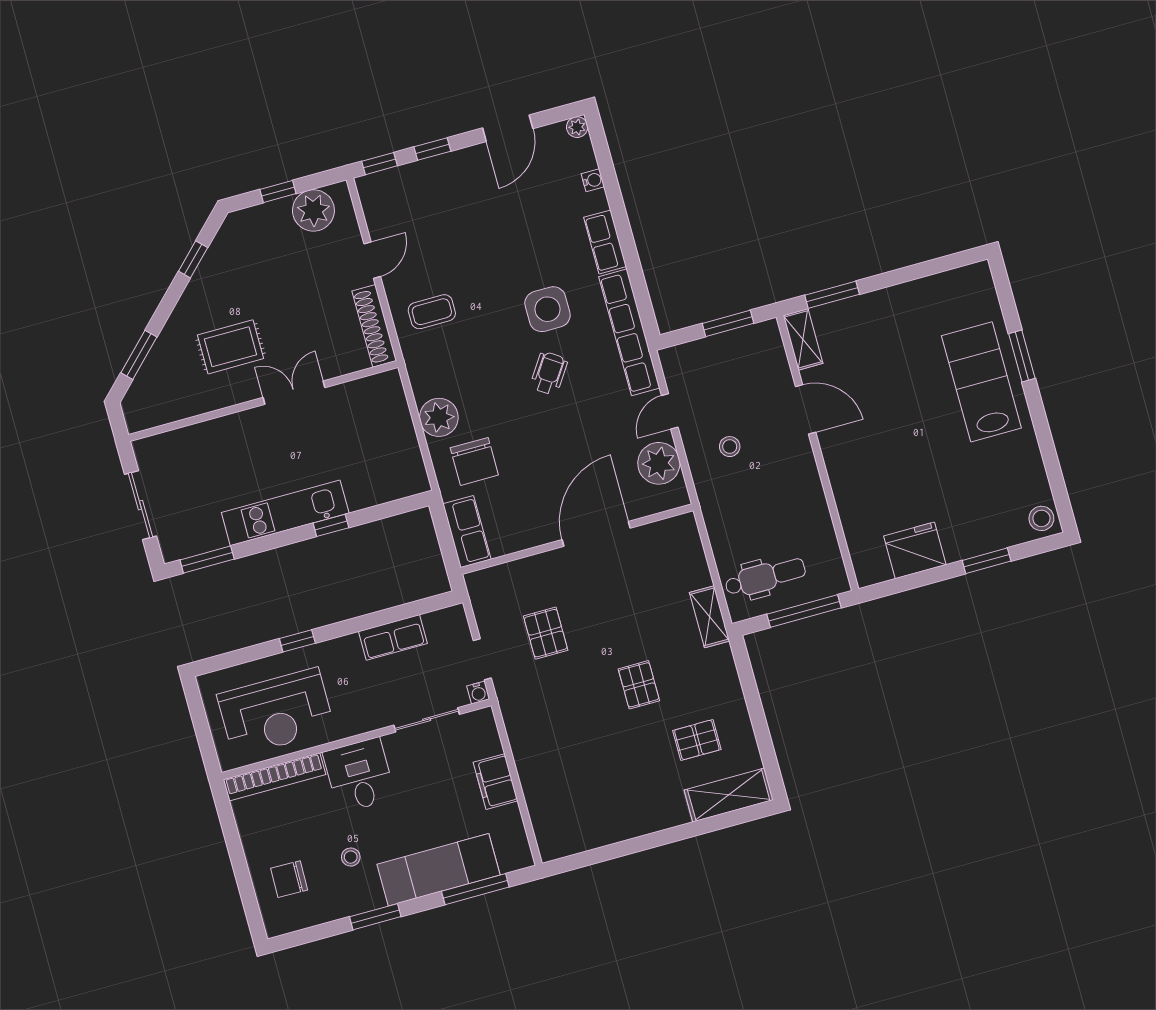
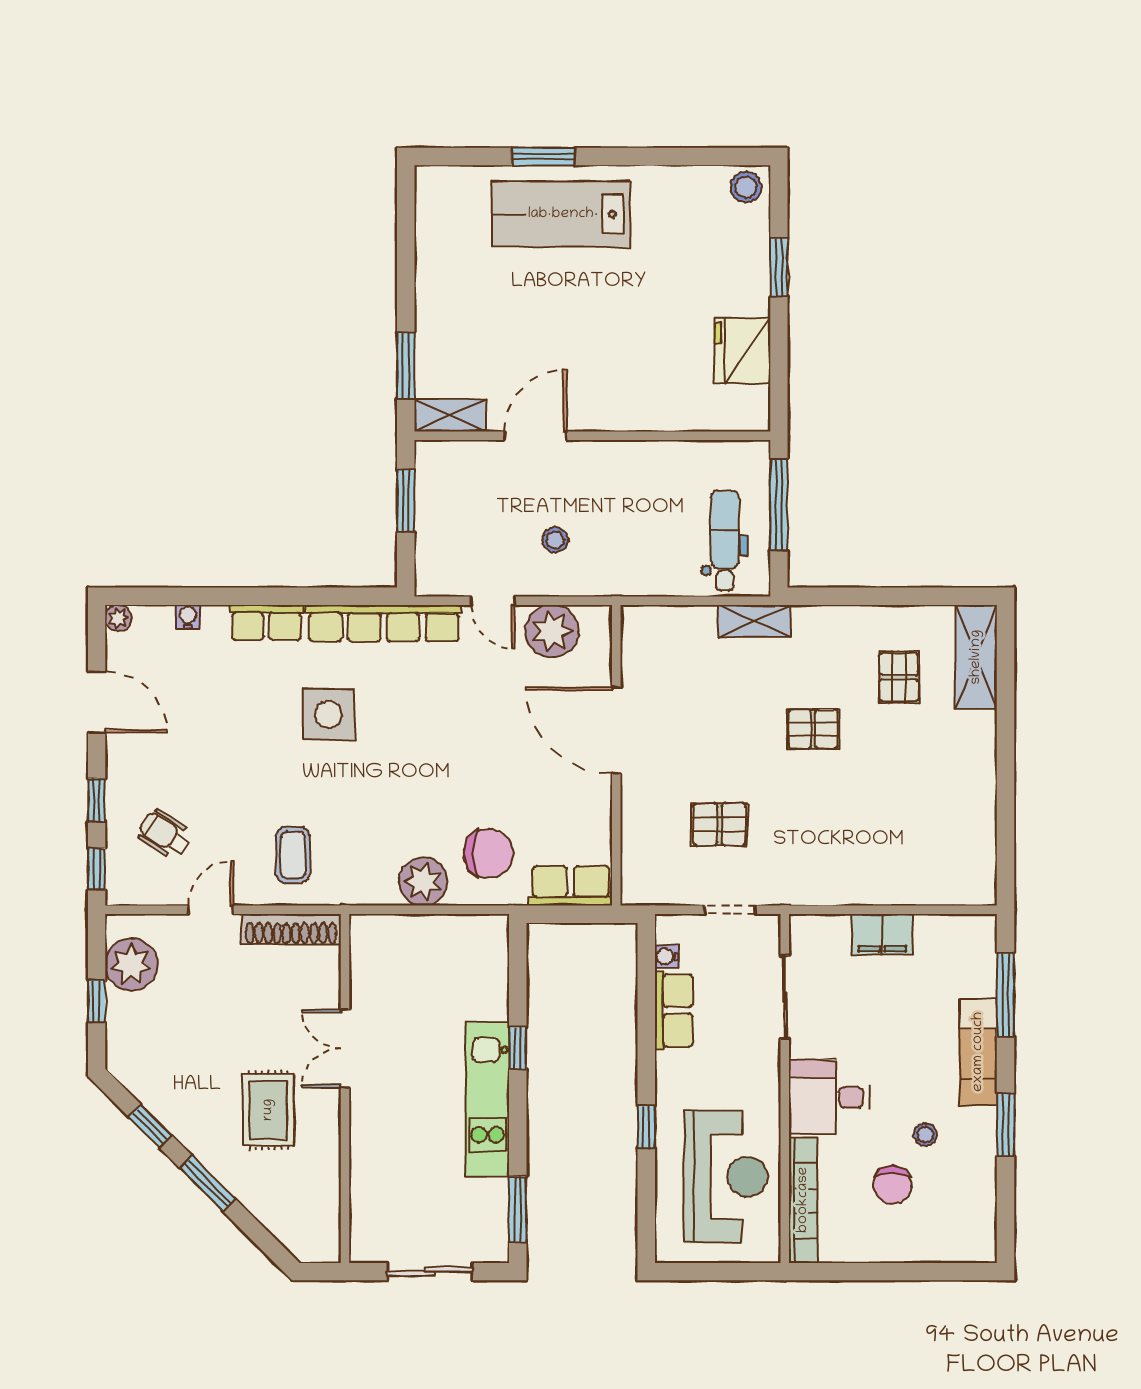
door: (372, 260) -> (211, 910), hinge flipped
window: (139, 355) -> (207, 1183), moved
wheelchair: (549, 373) -> (165, 834), moved
water cooler: (478, 692) -> (667, 956), moved, turned 180
exam couch: (439, 870) -> (978, 1052), width x0.73, depth x0.69
chair: (289, 879) -> (893, 1185), moved

